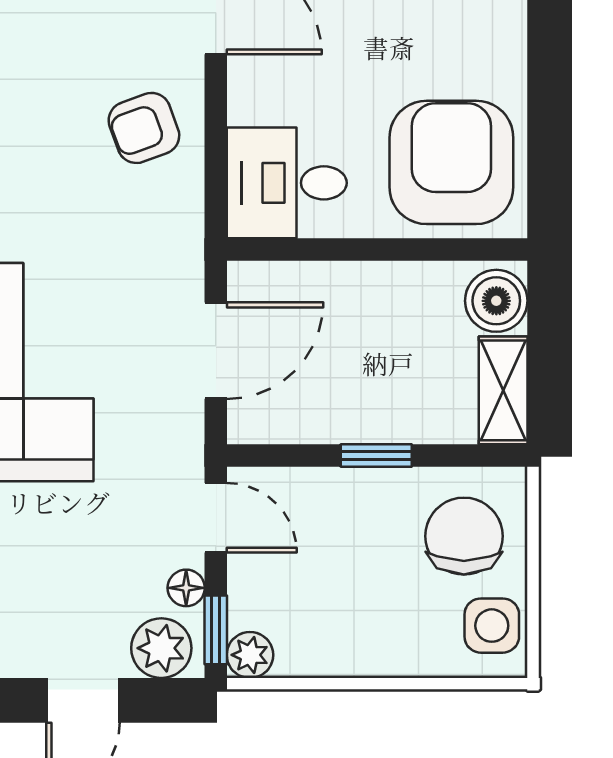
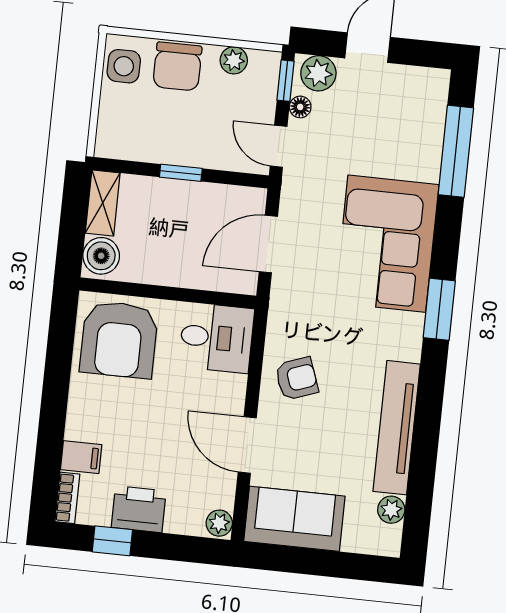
chair: (464, 536) -> (177, 66), moved
plant: (250, 655) -> (234, 60), moved

